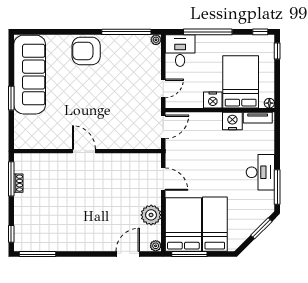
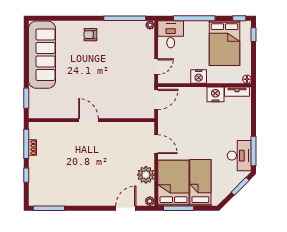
armchair: (86, 51) -> (90, 35), width x0.53, depth x0.53
bed: (241, 82) -> (225, 43), moved, turned 180
window: (11, 98) -> (26, 98), moved
desk: (260, 172) -> (239, 156), moved
window: (11, 234) -> (26, 175), moved

